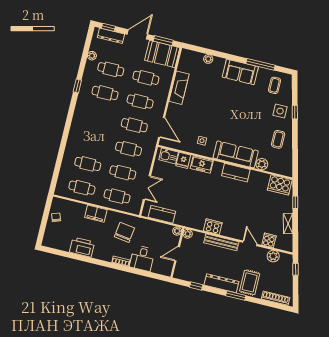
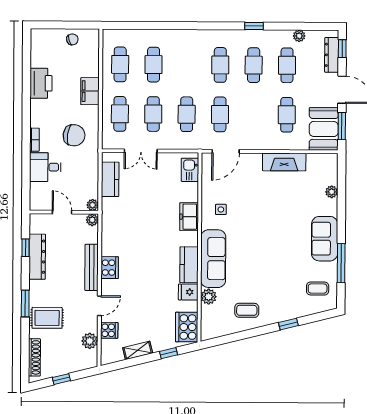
cafe table: (140, 101) -> (220, 65), moved
side table: (280, 111) -> (285, 304), removed
fridge: (183, 160) -> (188, 292), moved
cooker: (213, 227) -> (110, 268), moved
window: (295, 269) -> (61, 379), moved
dresser: (221, 283) -> (37, 257), moved

